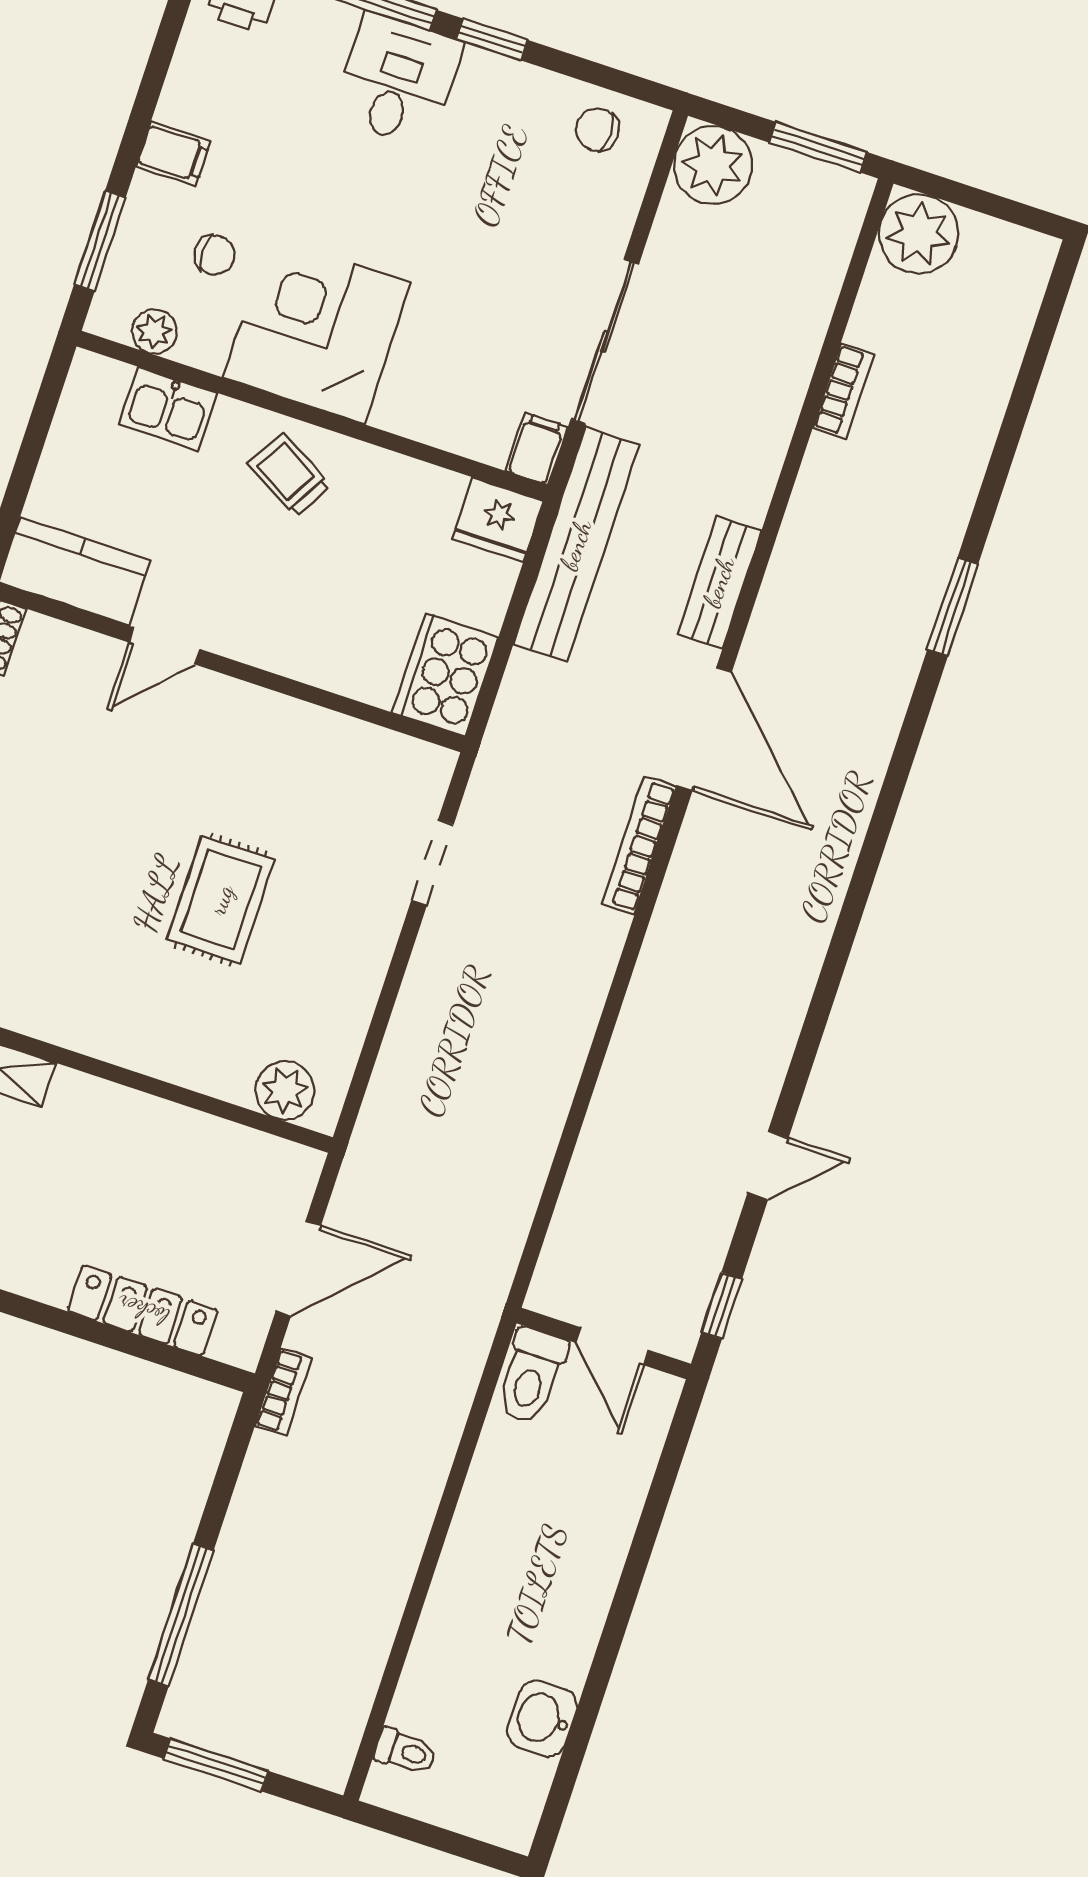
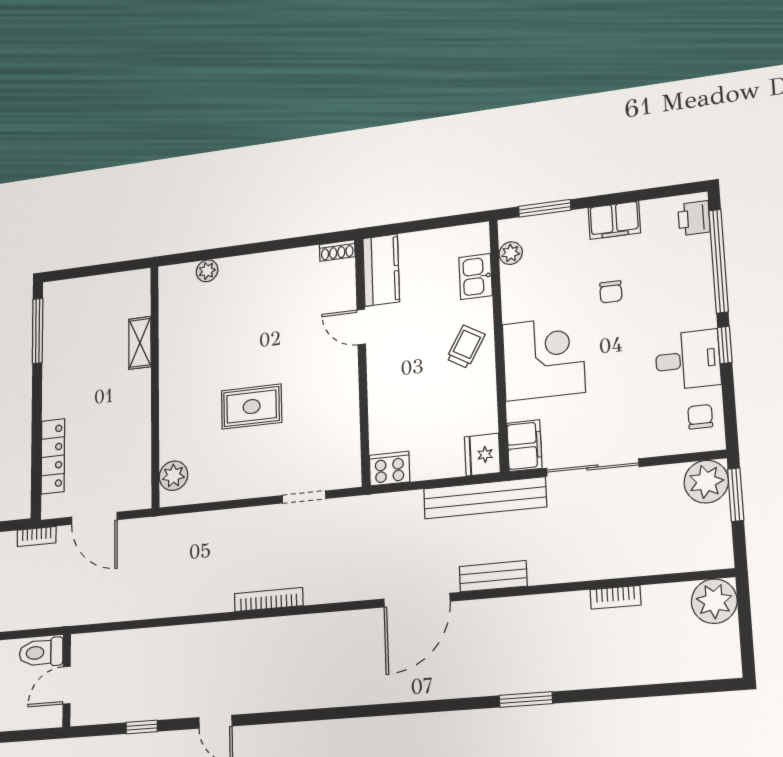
desk: (398, 80) -> (688, 360), moved
window: (818, 147) -> (736, 495), moved
filing cabinet: (173, 154) -> (614, 220), width x2.00
chair: (215, 255) -> (611, 292), moved
corner desk: (317, 330) -> (544, 358), moved
filing cabinet: (536, 449) -> (524, 446), width x2.00
cooker: (445, 675) -> (389, 469), width x0.73, depth x0.76
bookcase: (639, 845) -> (269, 600), moved
wall: (604, 1344) -> (67, 680), moved
door: (612, 1346) -> (67, 685), moved
toilet: (531, 1376) -> (41, 652), moved

